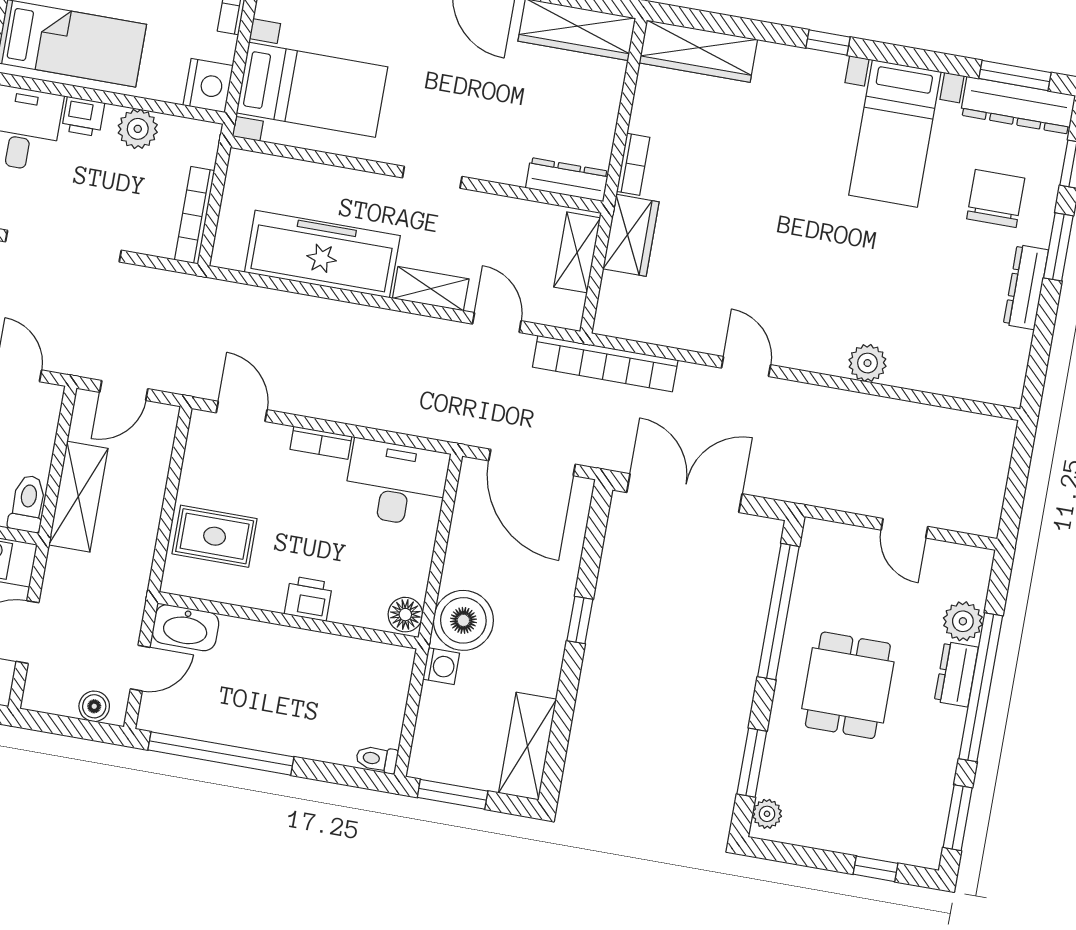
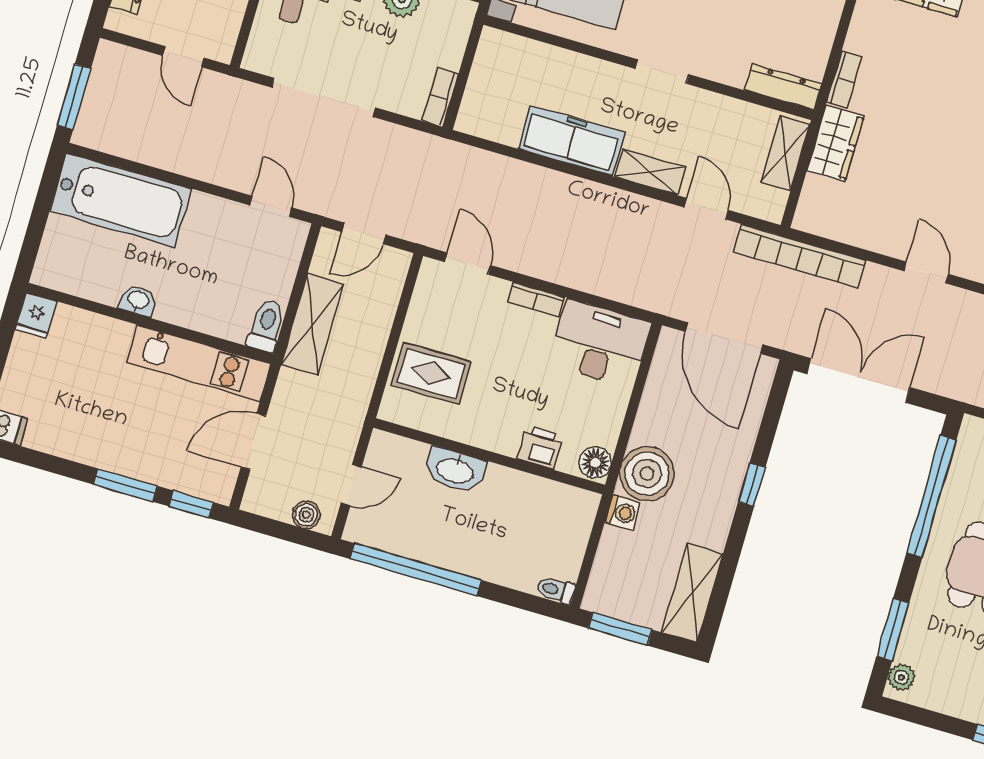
bookcase: (195, 215) -> (440, 98), width x0.64
freezer: (322, 254) -> (571, 141), width x0.73, depth x0.79
printer: (308, 599) -> (540, 448), moved
washbasin: (186, 628) -> (455, 470), moved

